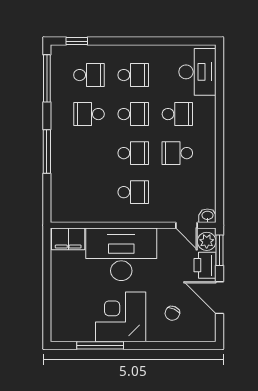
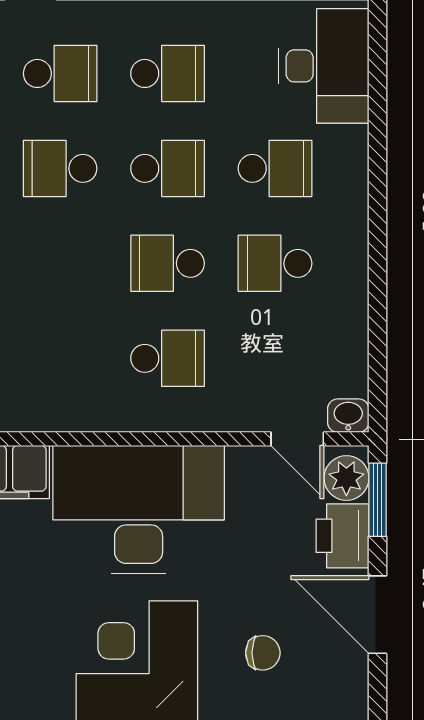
school desk: (133, 153) -> (168, 263), turned 180
chair: (172, 313) -> (263, 653), turned -115

